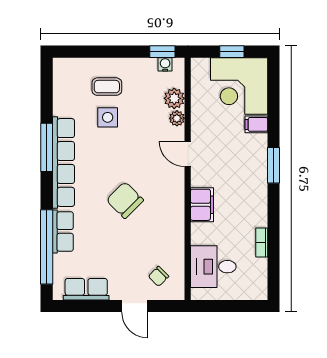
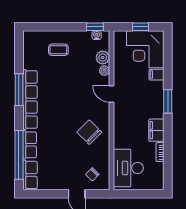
side table: (108, 117) -> (59, 70), removed
chair: (125, 200) -> (89, 132), moved
filing cabinet: (202, 205) -> (156, 130), moved, turned 180
desk: (213, 267) -> (128, 168), width x1.37
row of seats: (86, 289) -> (30, 175), moved, turned 90

